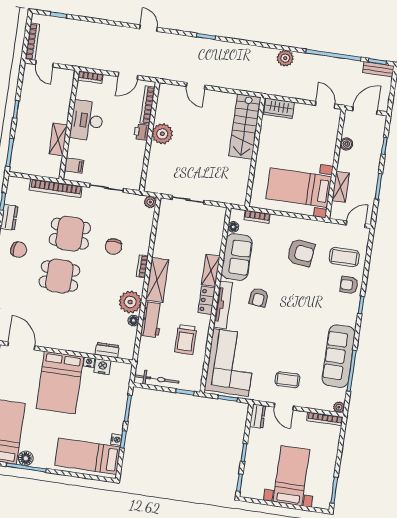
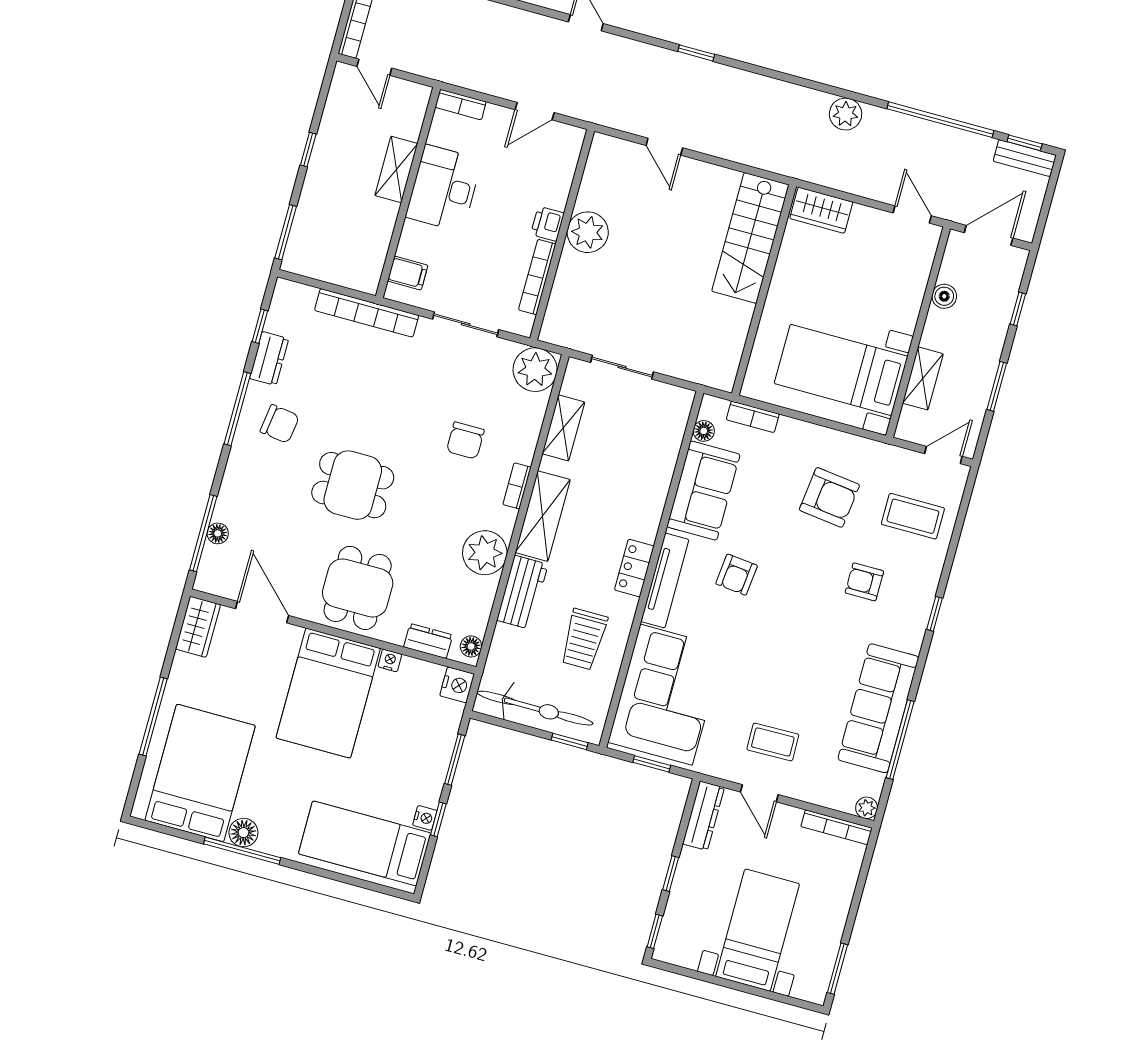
bookcase: (148, 105) -> (537, 277), moved
shelving: (58, 139) -> (396, 169), moved
plant: (150, 202) -> (535, 370), width x1.87, depth x1.87
dining table: (70, 234) -> (358, 588), moved, turned 90
shelving: (211, 270) -> (563, 428), moved
armchair: (349, 285) -> (864, 582), moved
floor lamp: (133, 321) -> (471, 646), moved
nightstand: (102, 367) -> (457, 685), moved, turned 90
bicycle: (157, 379) -> (535, 708), width x1.37, depth x1.40
dresser: (258, 416) -> (703, 816), width x1.44

